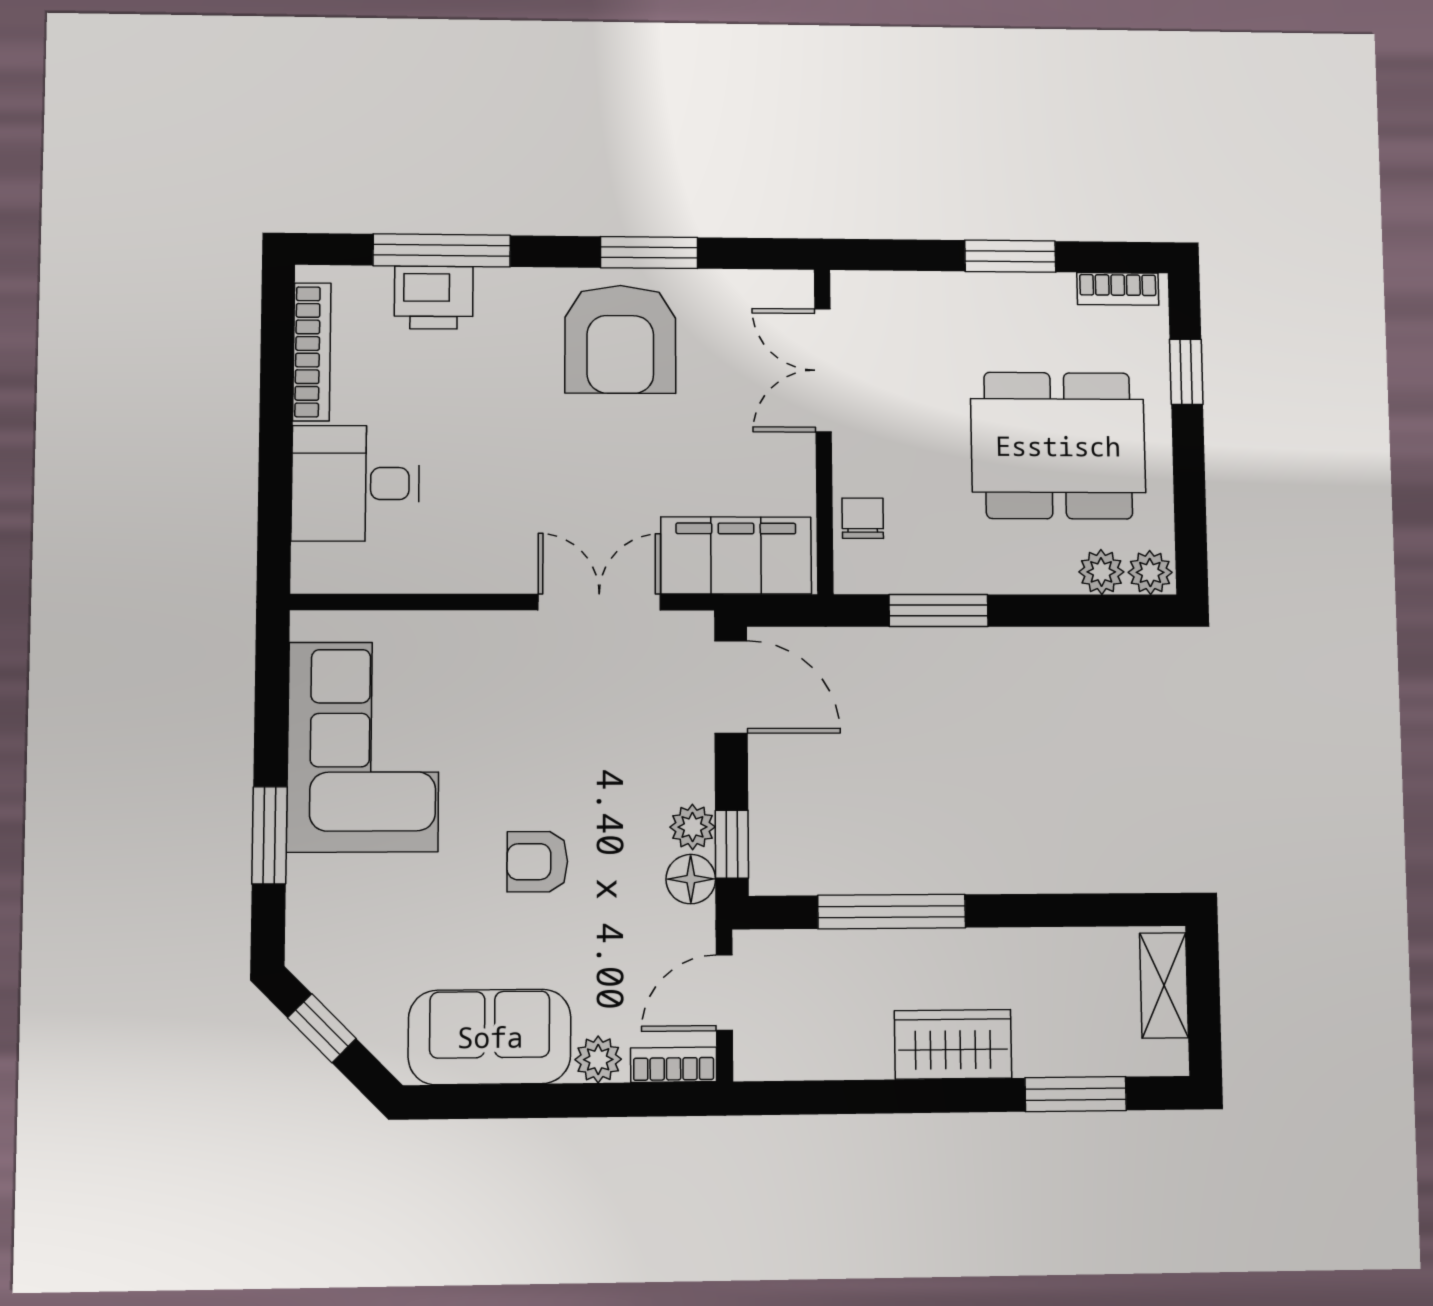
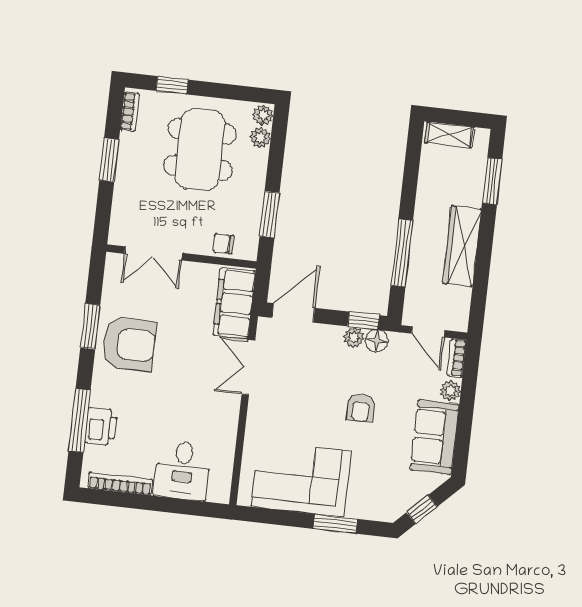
wardrobe: (953, 1044) -> (462, 246), width x1.50

